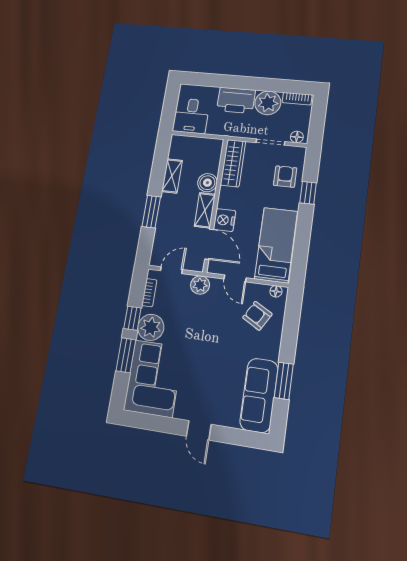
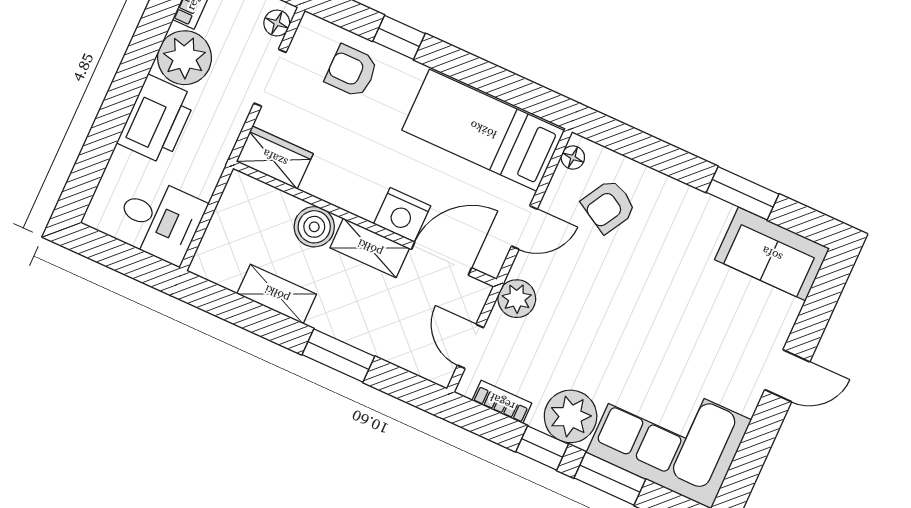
wardrobe: (233, 163) -> (275, 158), width x0.67
sofa: (259, 395) -> (772, 254), width x0.73

